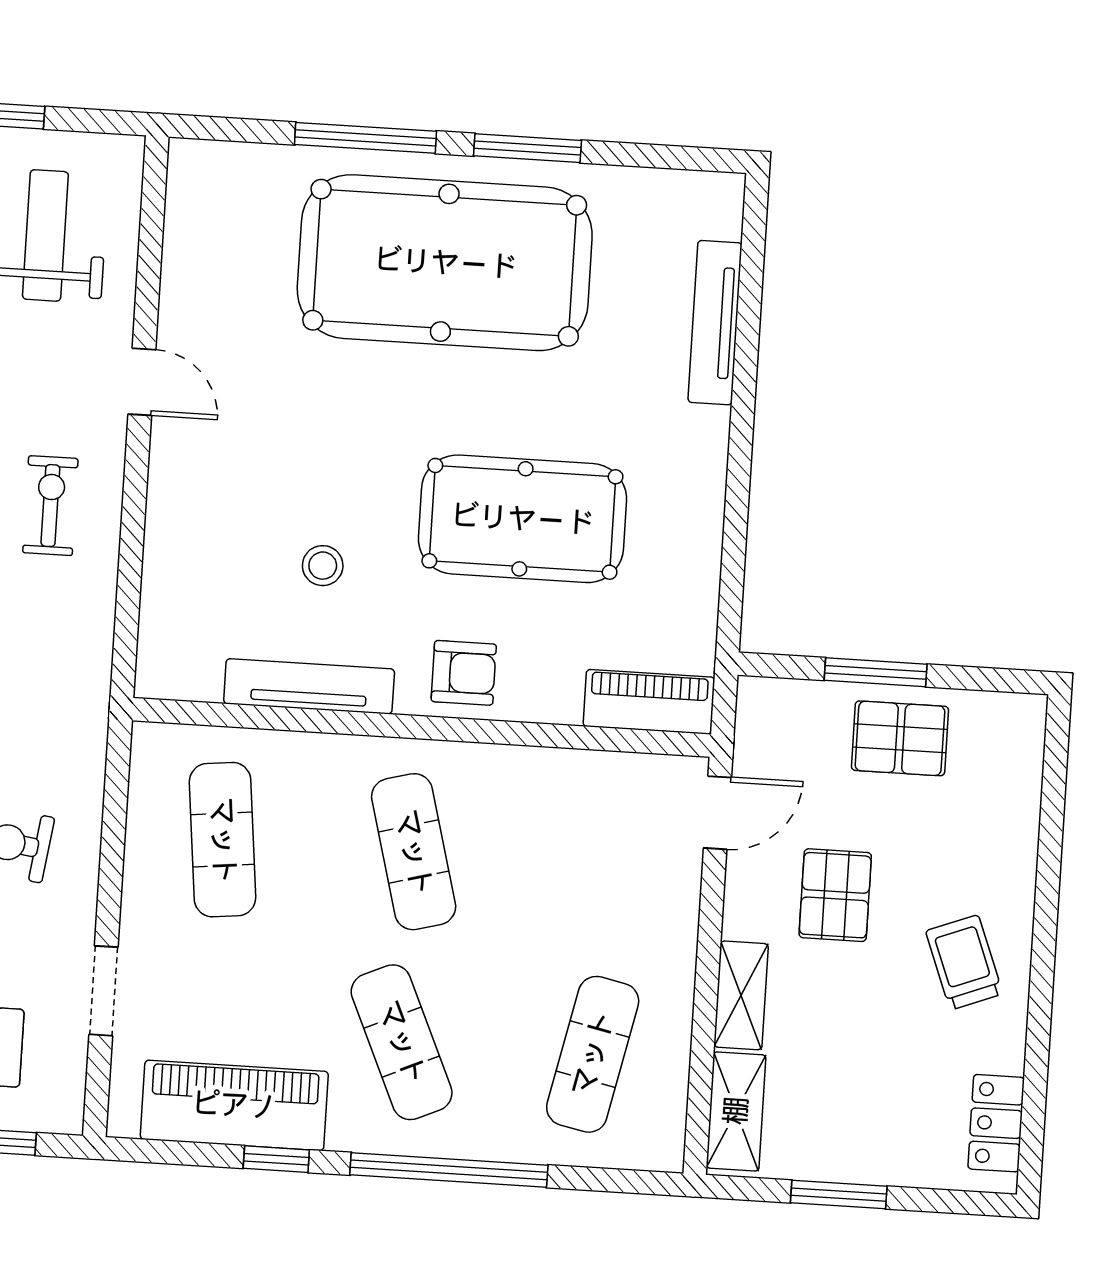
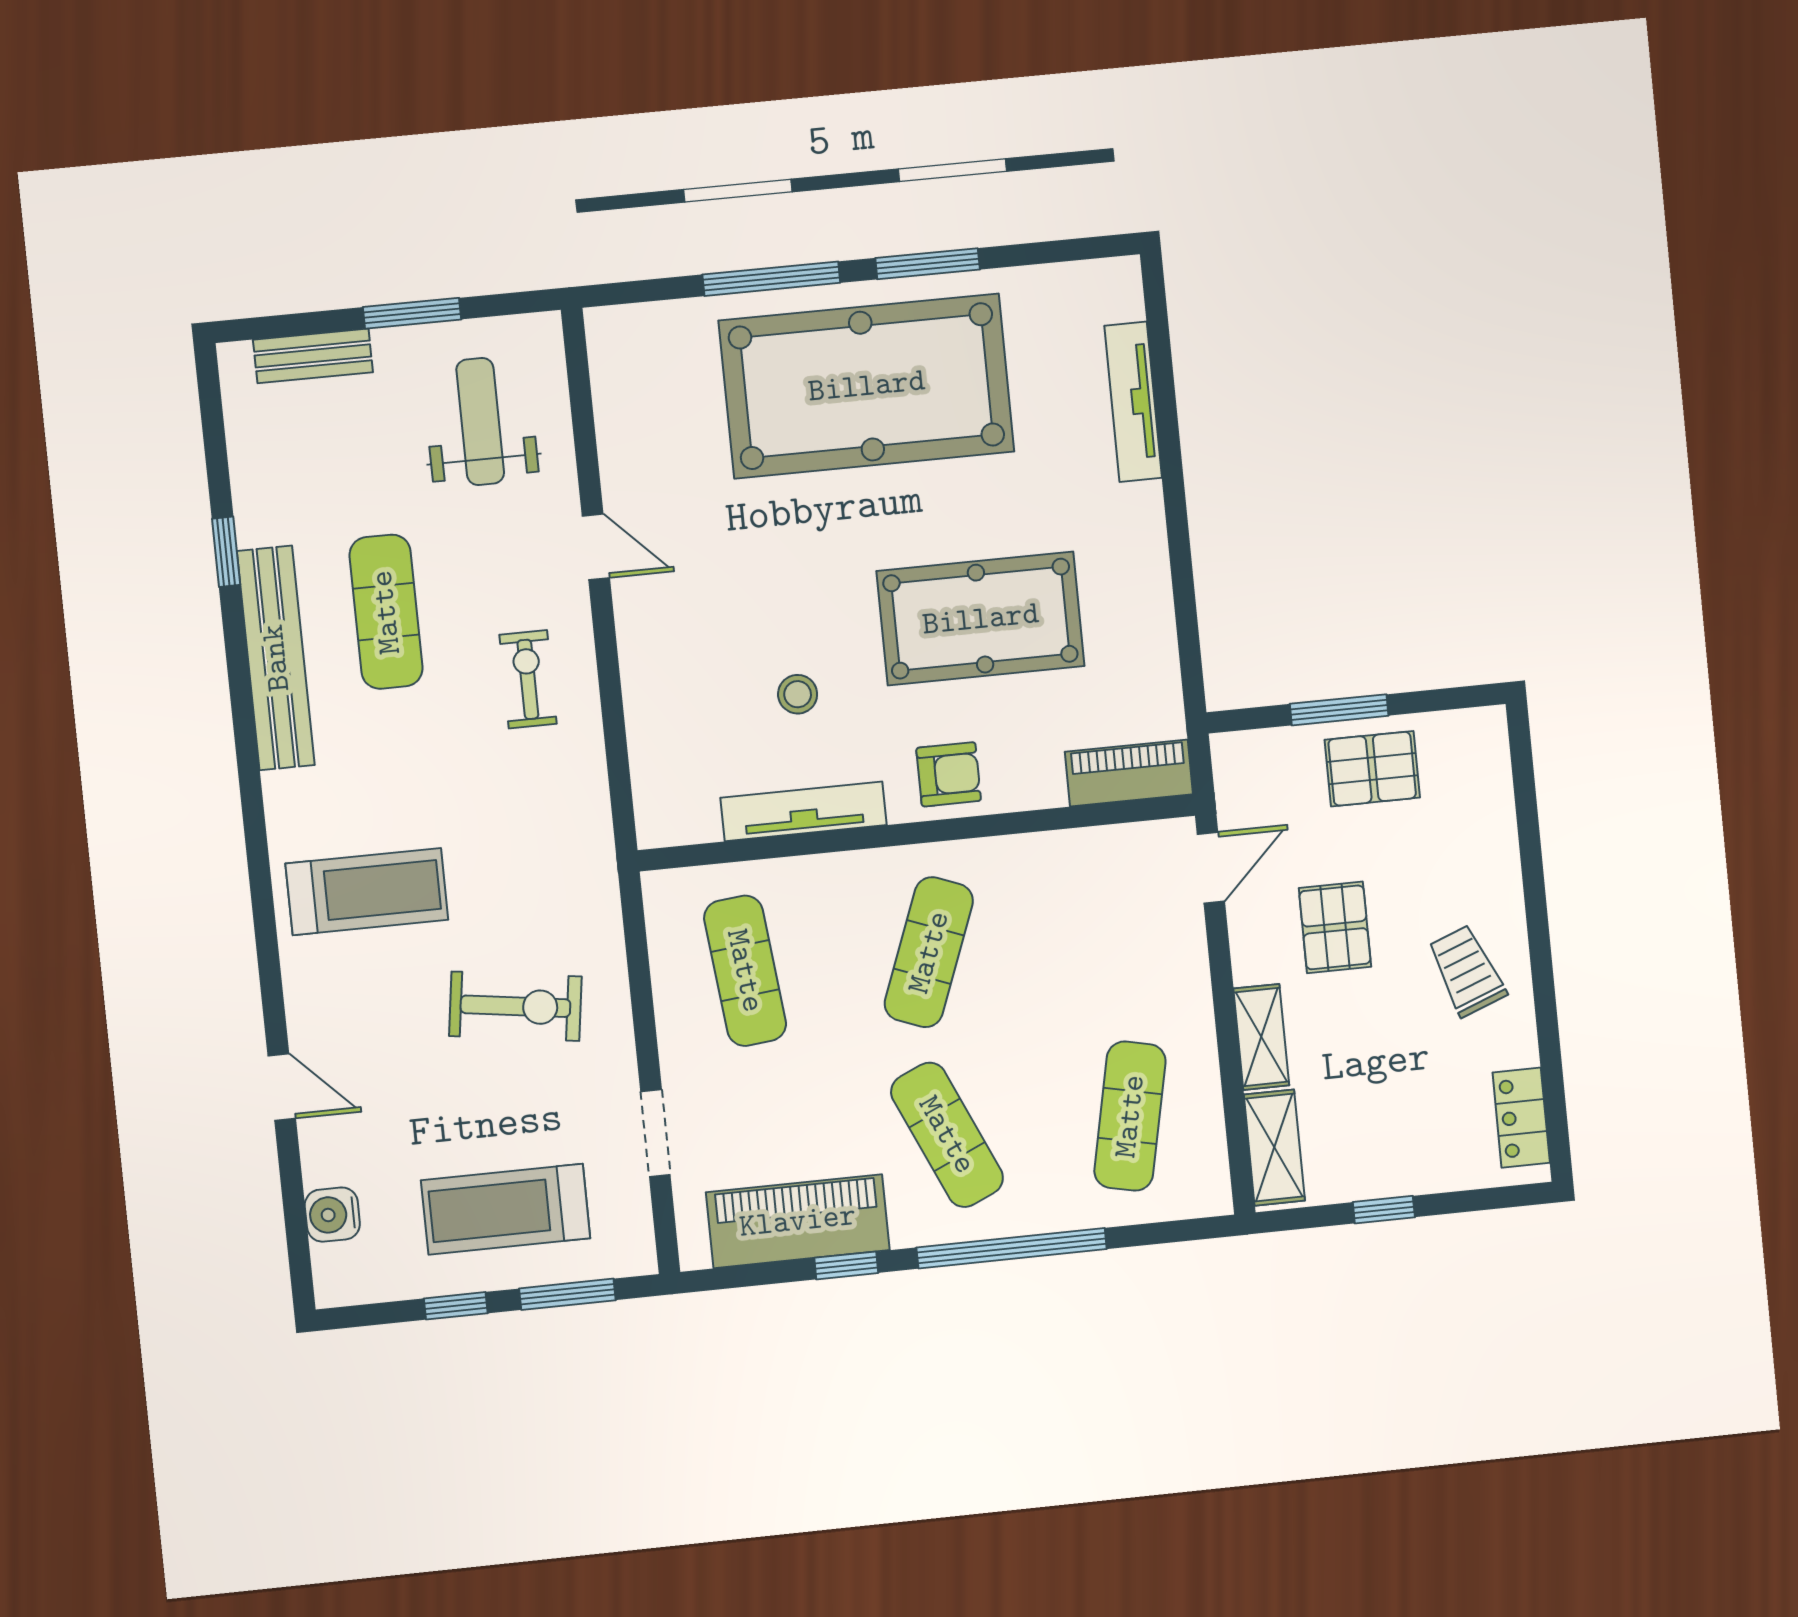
exercise mat: (414, 852) -> (929, 952), turned 36
window: (839, 1195) -> (1384, 1210), width x0.67

